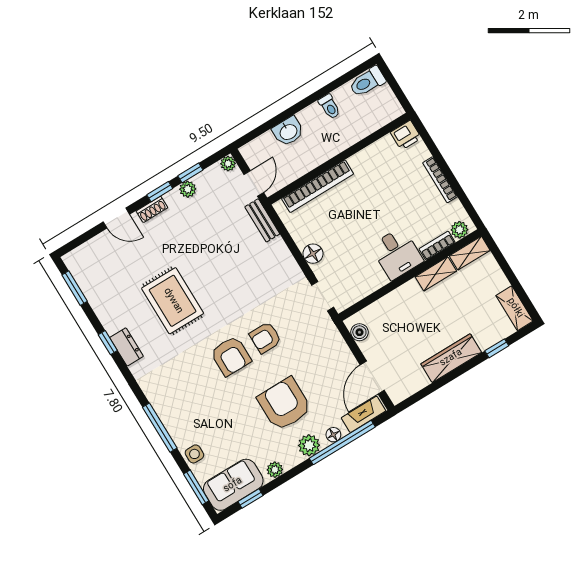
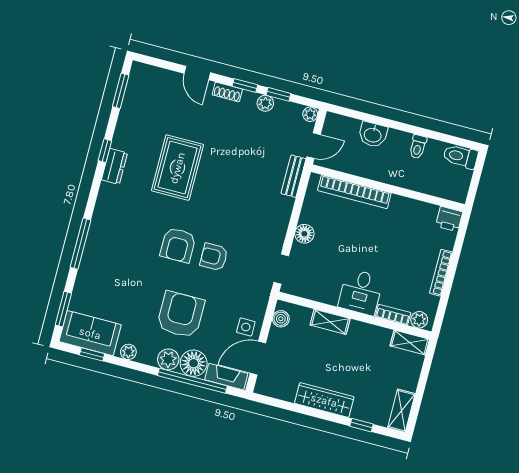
shelving: (436, 274) -> (330, 322), moved
floor lamp: (333, 435) -> (194, 363), width x1.89, depth x1.89
side table: (194, 454) -> (246, 327), moved

